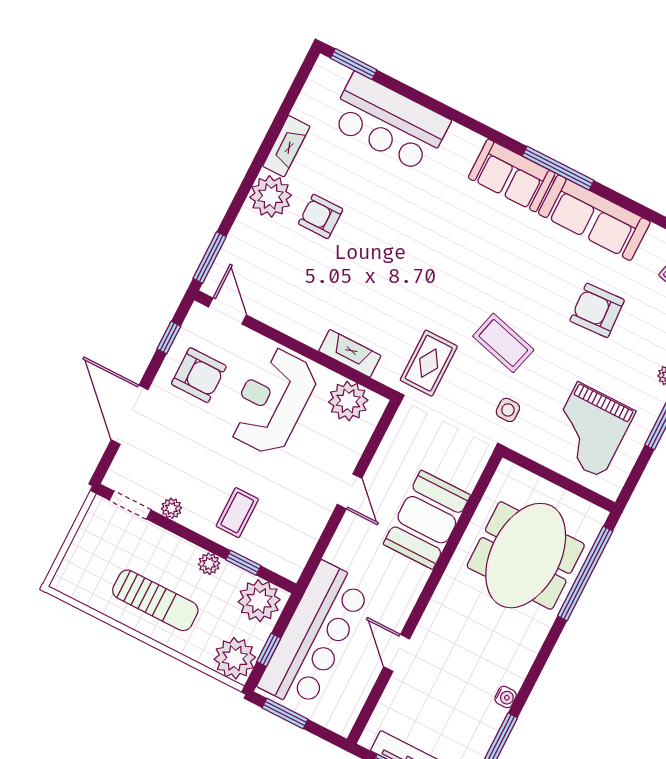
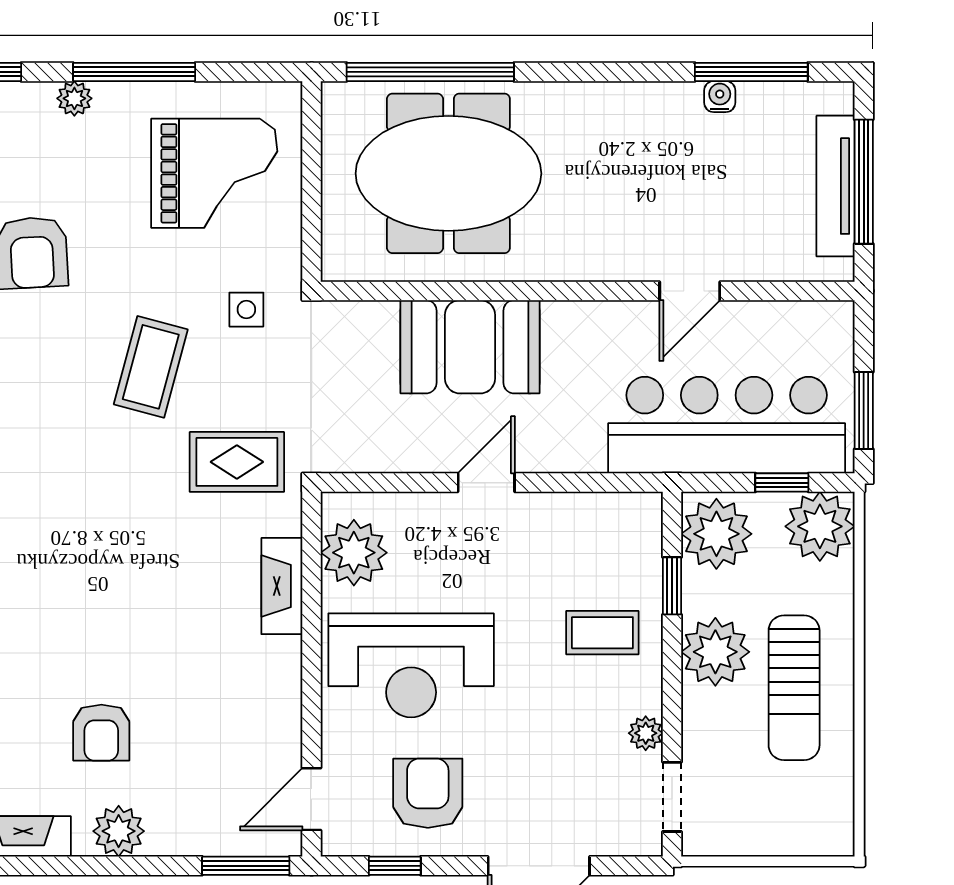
plant: (271, 196) -> (119, 831), width x0.73, depth x0.73
plant: (209, 564) -> (715, 652), width x1.88, depth x1.88
sun lounger: (155, 600) -> (794, 688), turned 180
water cooler: (506, 697) -> (720, 97), moved

